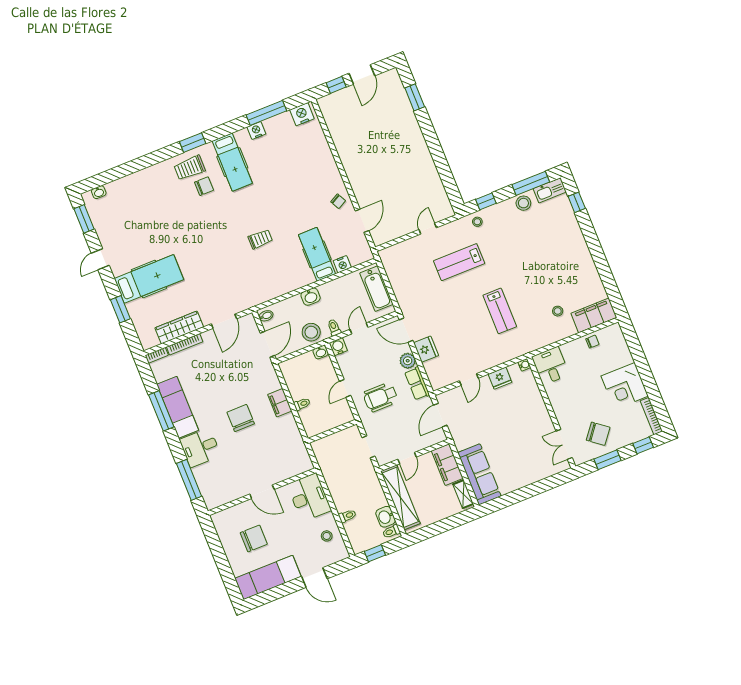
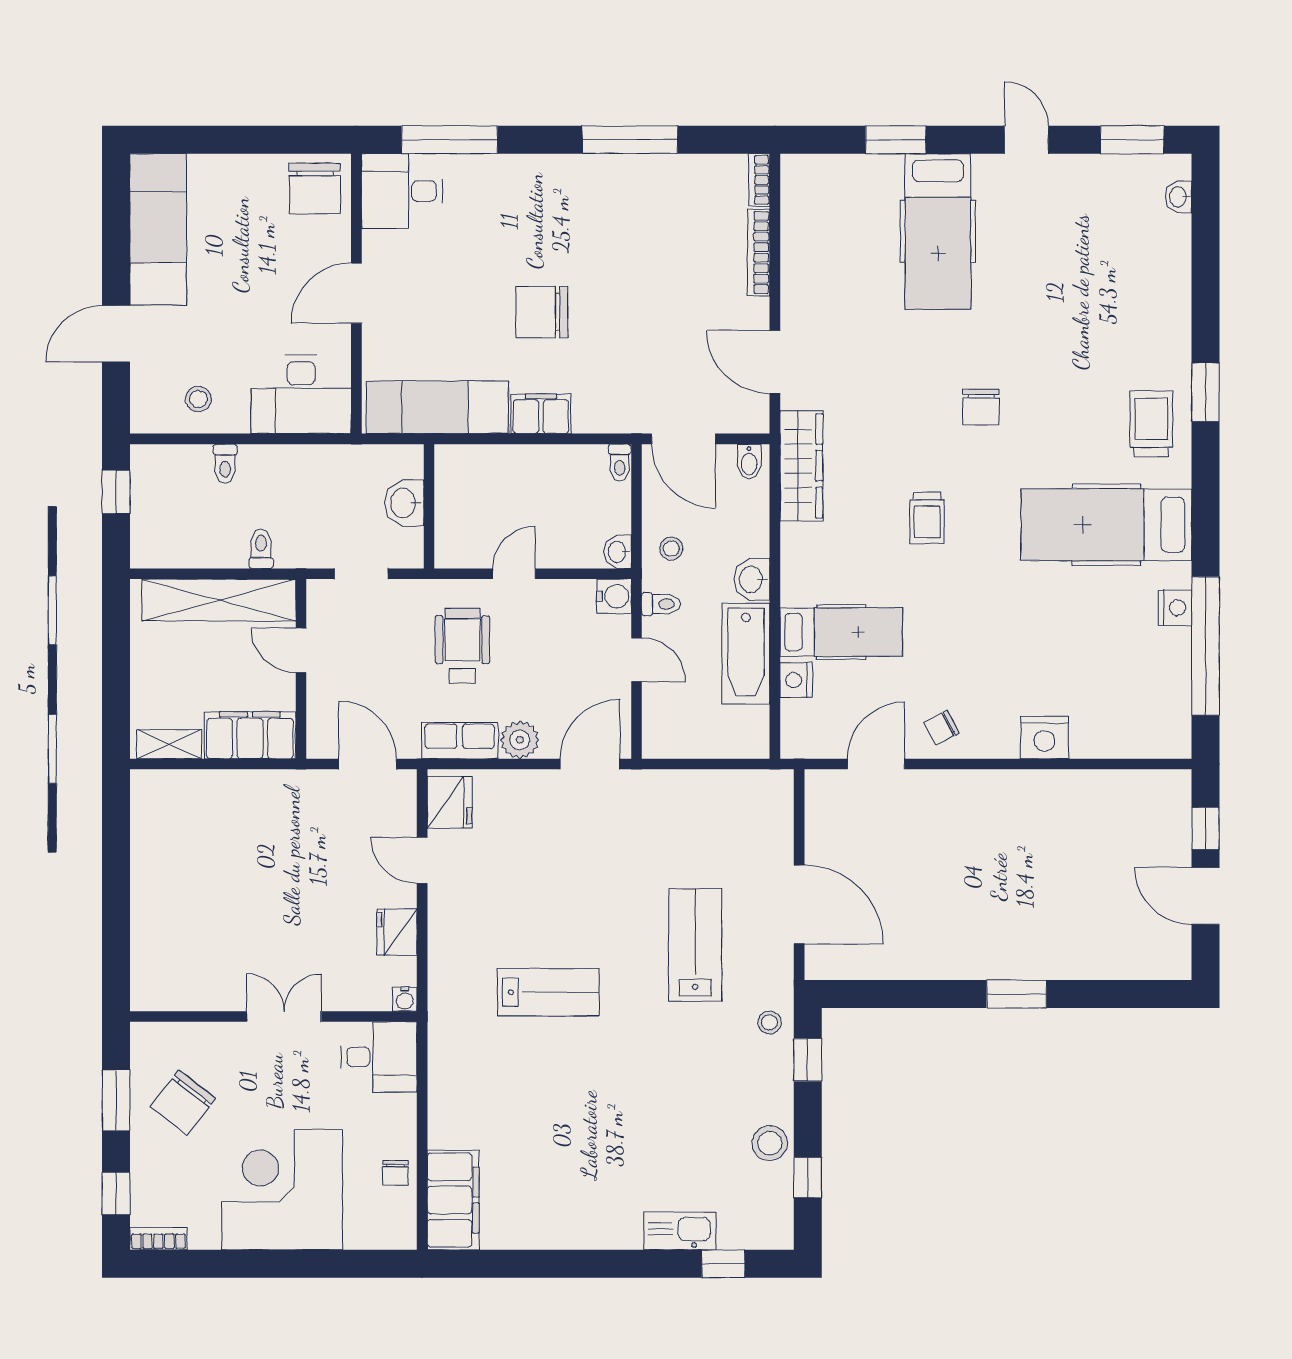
window: (415, 97) -> (1016, 994), moved
window: (266, 113) -> (1205, 646), width x1.46
nightstand: (302, 114) -> (1044, 738), moved, turned 90
window: (193, 143) -> (1205, 392), moved
hospital bed: (232, 162) -> (1106, 525), width x1.37, depth x1.29
window: (531, 183) -> (808, 1178), width x0.46
chair: (204, 186) -> (981, 407), moved
kitchen sink: (550, 190) -> (680, 1231), moved, turned 90
door: (362, 221) -> (876, 764), swing flipped
door: (428, 229) -> (799, 905), width x1.88
bathtub: (377, 289) -> (746, 654), moved, turned -90
lab bench: (500, 311) -> (549, 992), turned 180
stool: (558, 311) -> (496, 1123), removed
wardrobe: (179, 327) -> (801, 466), moved
stool: (311, 332) -> (671, 549), width x0.53, depth x0.53
fridge: (426, 349) -> (450, 802), moved, turned -90
corner desk: (625, 386) -> (282, 1190), width x1.36, depth x1.36
door: (345, 388) -> (514, 574), hinge flipped
toilet: (302, 404) -> (620, 463), moved
exam couch: (178, 407) -> (437, 407), moved, turned 180
bookcase: (651, 416) -> (158, 1239), width x0.64
chair: (241, 418) -> (542, 312), turned 180
double door: (564, 444) -> (284, 1017), moved
desk: (200, 448) -> (402, 191), moved, turned -90
sofa: (479, 474) -> (199, 799), removed
washbasin: (386, 517) -> (404, 503), moved, turned -90
toilet: (391, 531) -> (261, 549), moved
chair: (254, 538) -> (315, 189), moved

